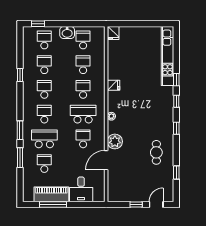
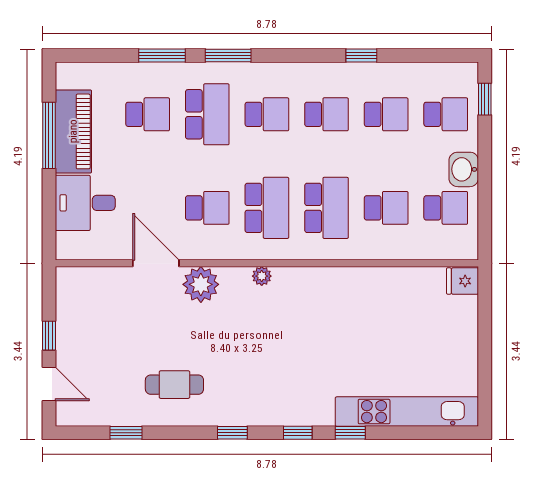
fridge: (113, 85) -> (336, 281), removed
school desk: (83, 89) -> (326, 208), width x1.85

